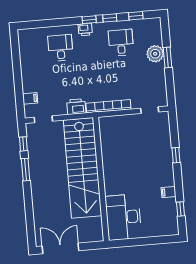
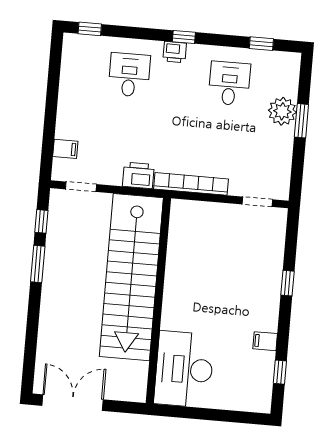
window: (110, 18) -> (90, 29), moved

